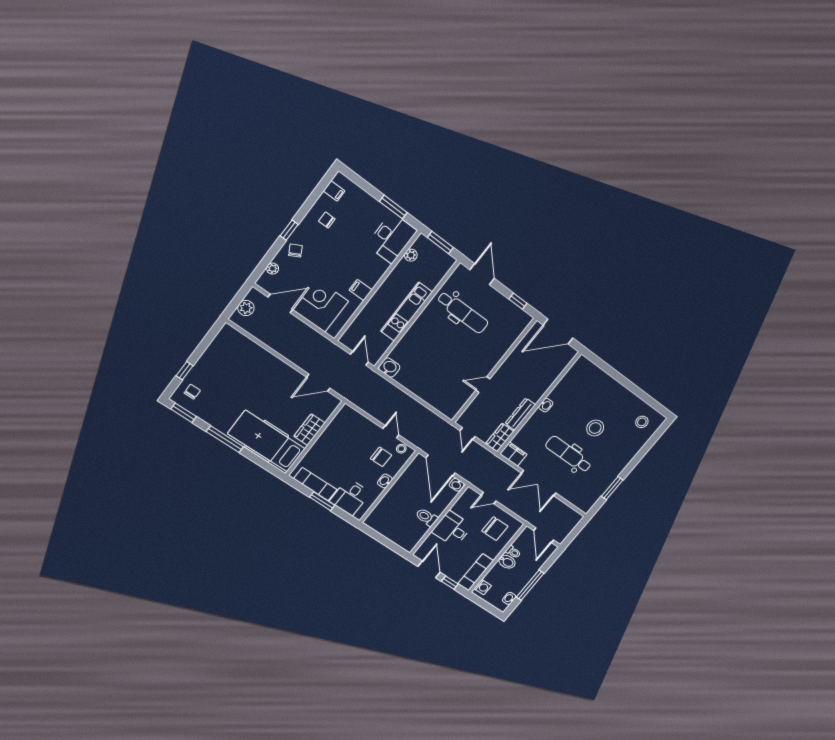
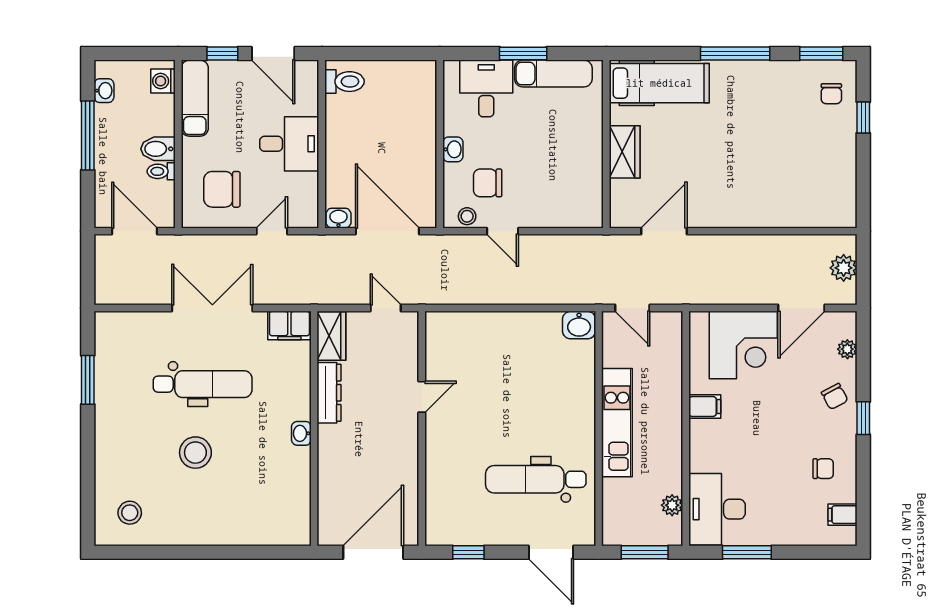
hospital bed: (266, 441) -> (659, 83), width x0.73, depth x0.78
toilet: (426, 517) -> (344, 82), moved

